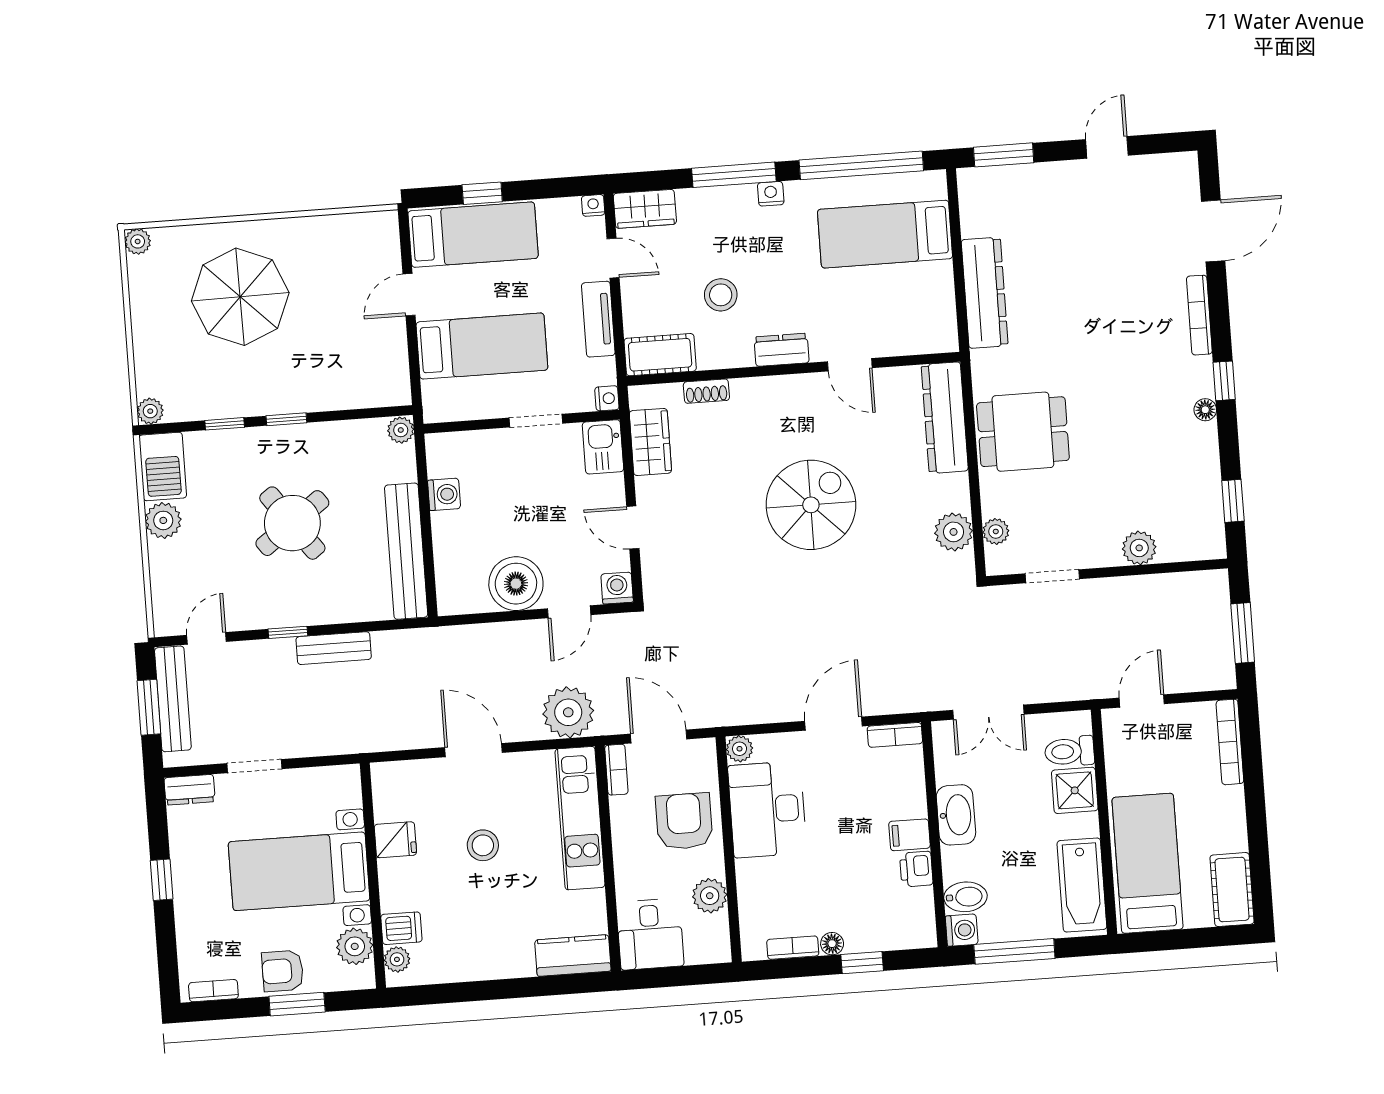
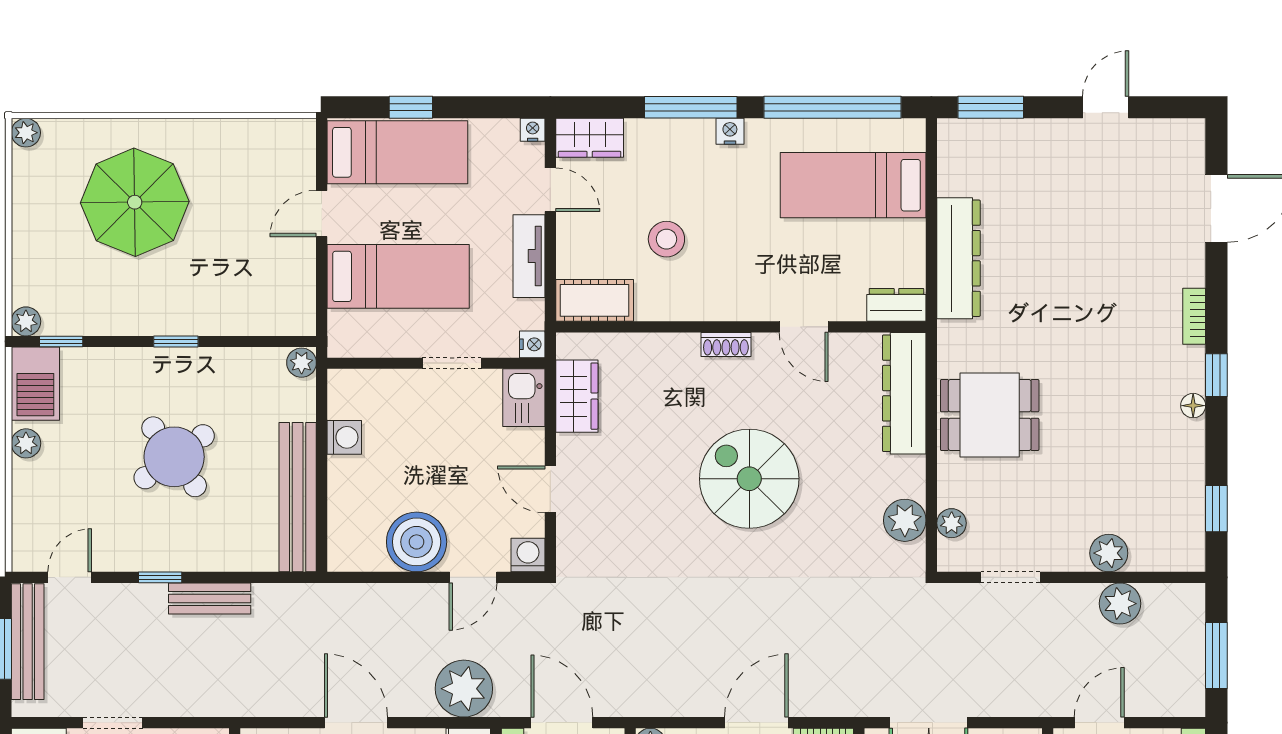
bookcase: (1199, 315) -> (1194, 316), width x0.64
dresser: (782, 350) -> (896, 305), moved
shoe rack: (706, 391) -> (726, 344), moved
window: (225, 424) -> (61, 341), moved
spiral stairs: (811, 505) -> (749, 479), turned -90
plant: (163, 520) -> (26, 443), width x0.73, depth x0.73
plant: (1153, 593) -> (1120, 604), added

